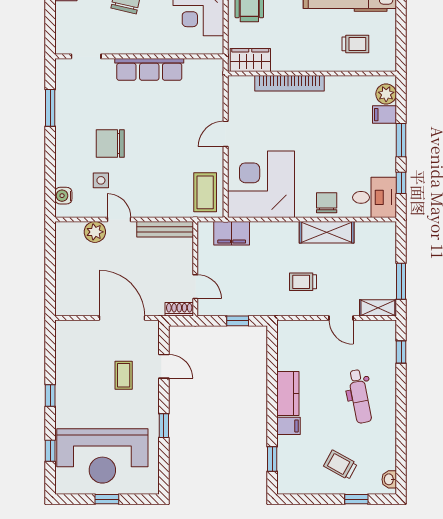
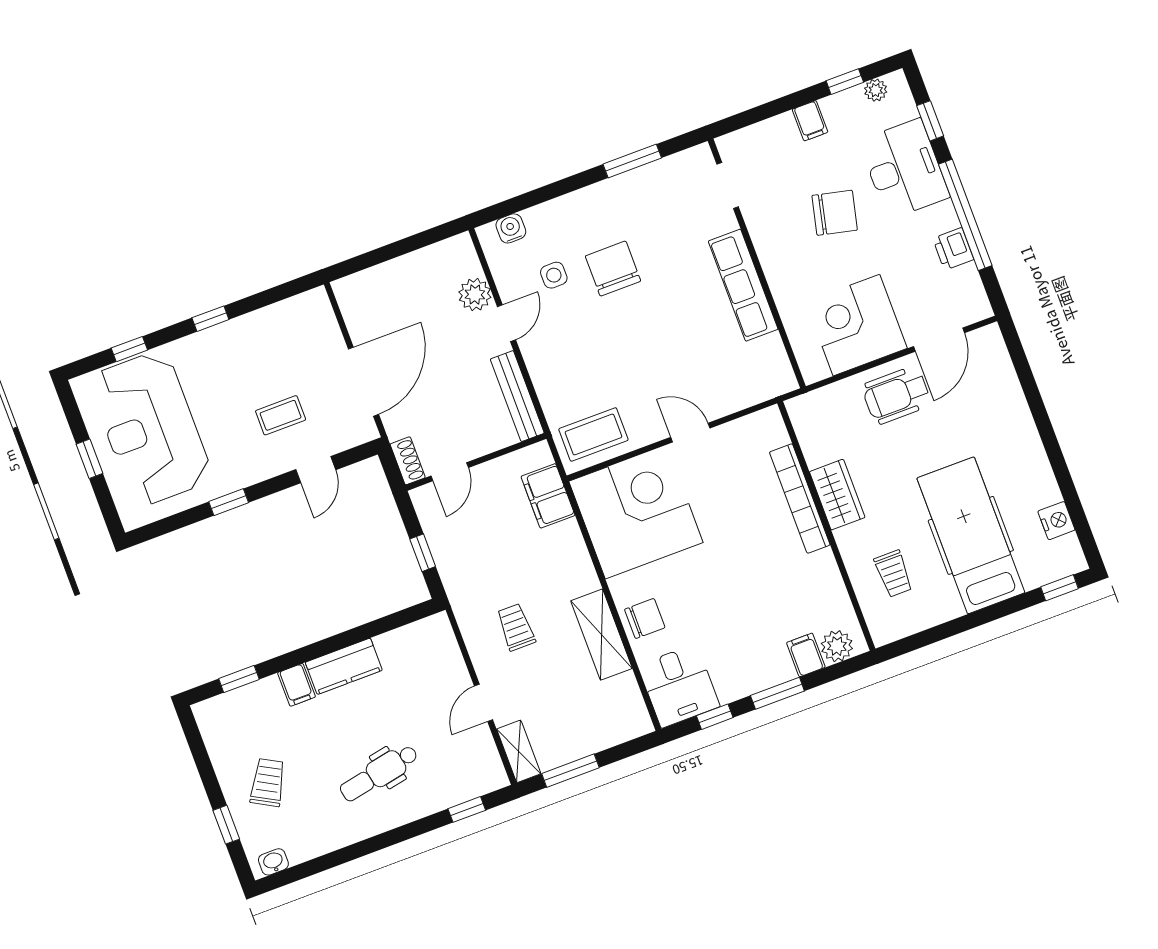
wardrobe: (250, 60) -> (837, 495), moved

